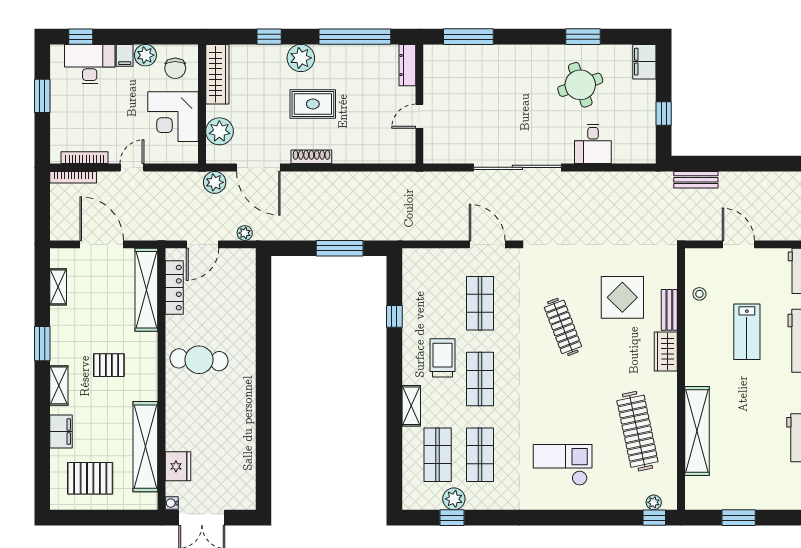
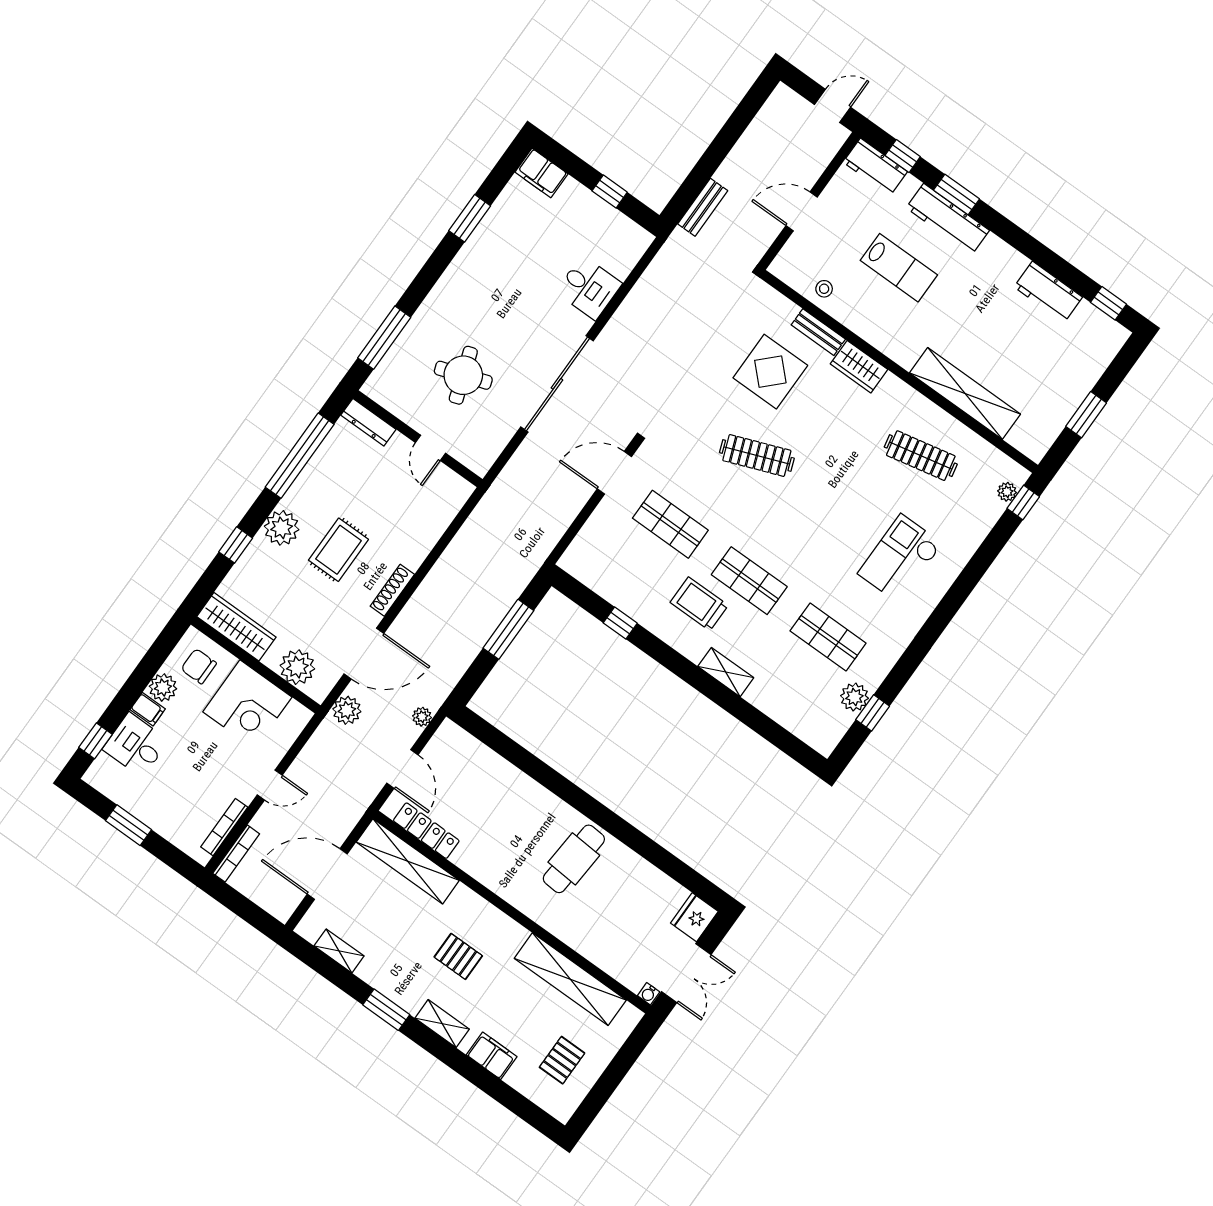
desk: (90, 64) -> (136, 745), width x0.73
chair: (175, 68) -> (199, 666), turned 180
round table: (580, 85) -> (463, 375), moved
door: (132, 167) -> (270, 785), swing flipped
cafe table: (199, 360) -> (574, 859), moved
pallet: (109, 365) -> (458, 956), turned 90
clothes rail: (637, 431) -> (921, 456), width x0.73, depth x0.76
shop shelf: (438, 455) -> (796, 681), removed
fridge: (178, 466) -> (694, 917), moved, turned -90
pallet: (90, 478) -> (562, 1060), width x0.67, depth x0.71

